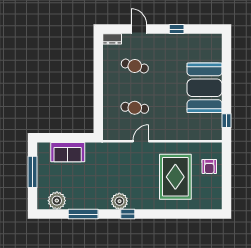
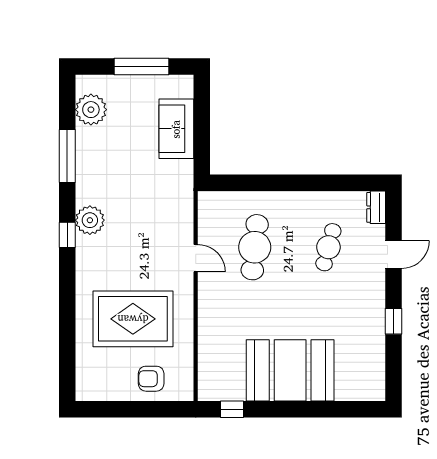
cafe table: (135, 108) -> (255, 247), width x1.37, depth x1.35

